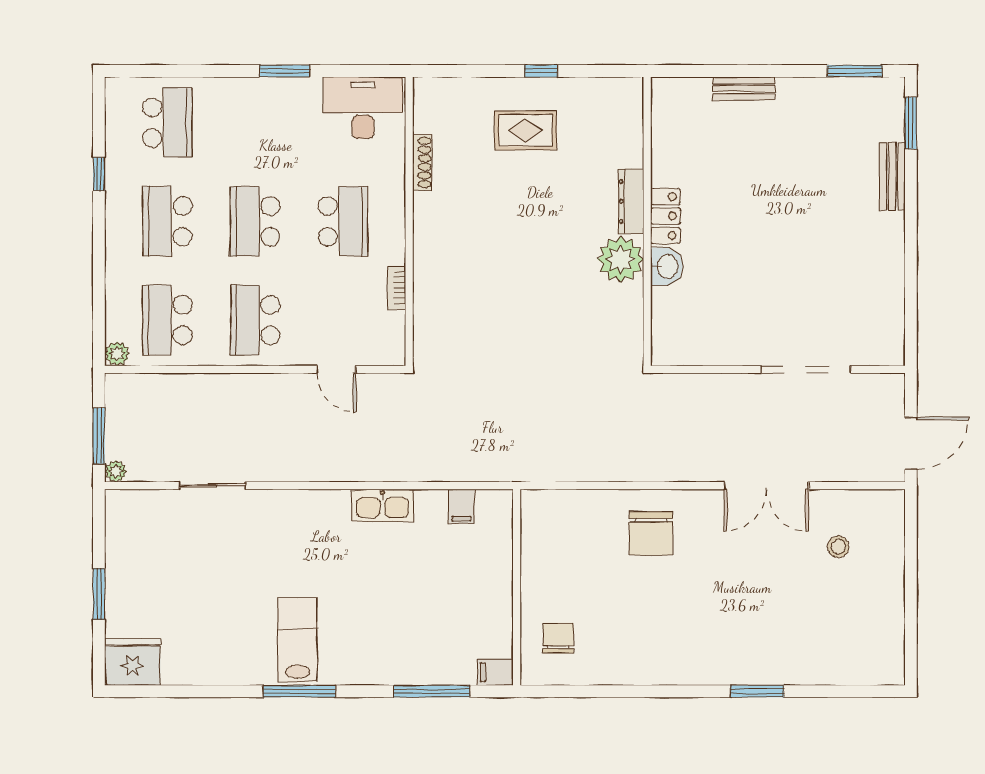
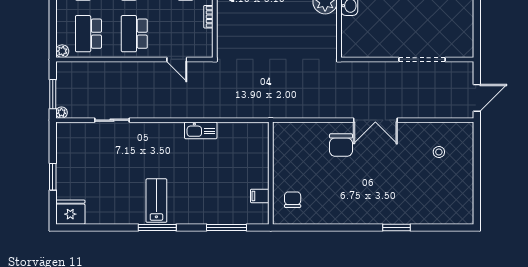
double door: (766, 486) -> (375, 120), moved
filing cabinet: (461, 507) -> (242, 131), removed
filing cabinet: (495, 672) -> (260, 196), moved

